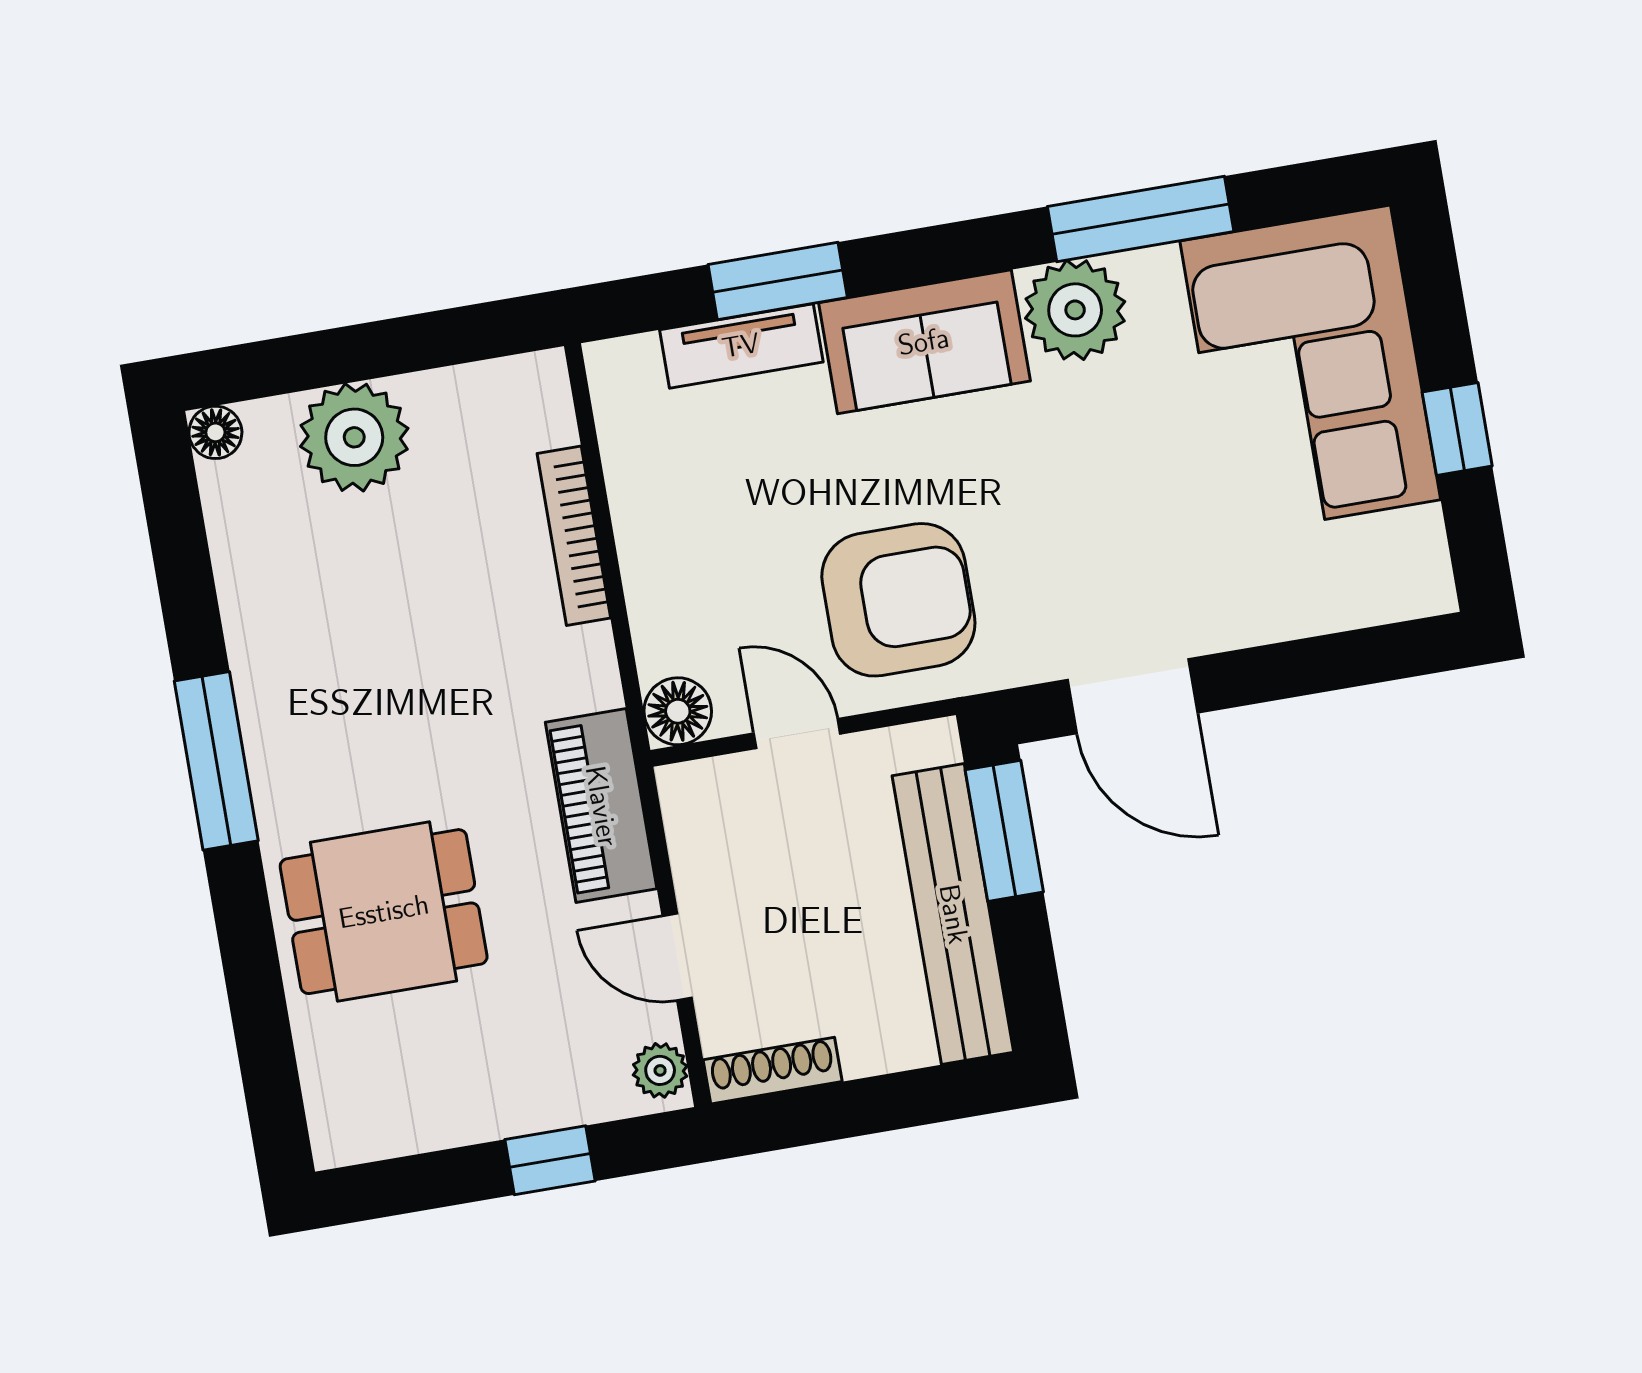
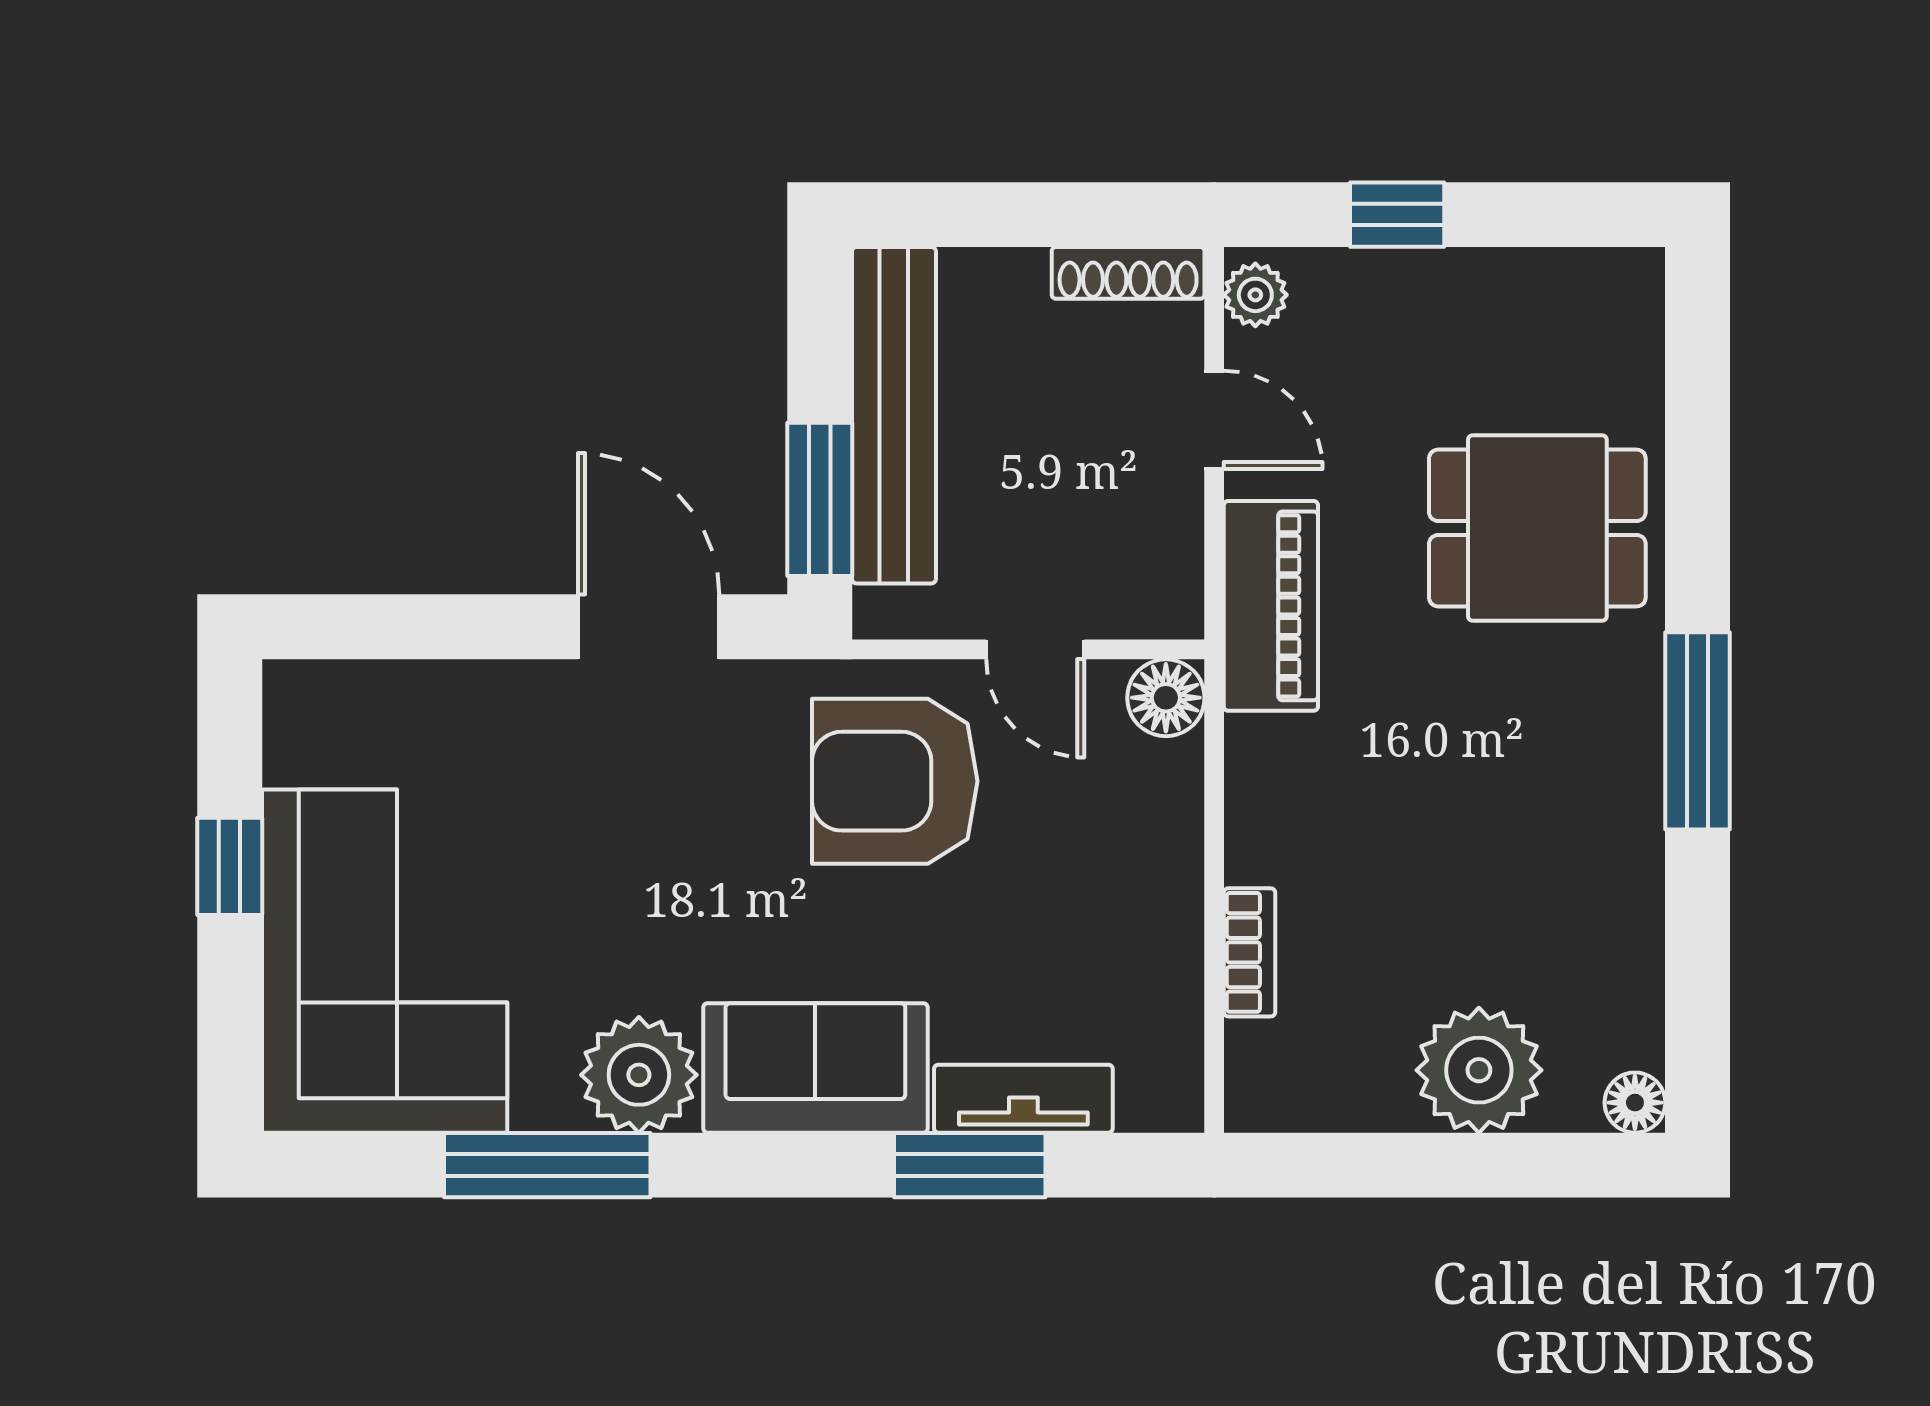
bookcase: (574, 536) -> (1250, 952), width x0.64

